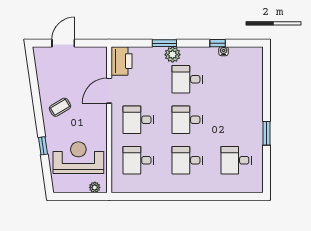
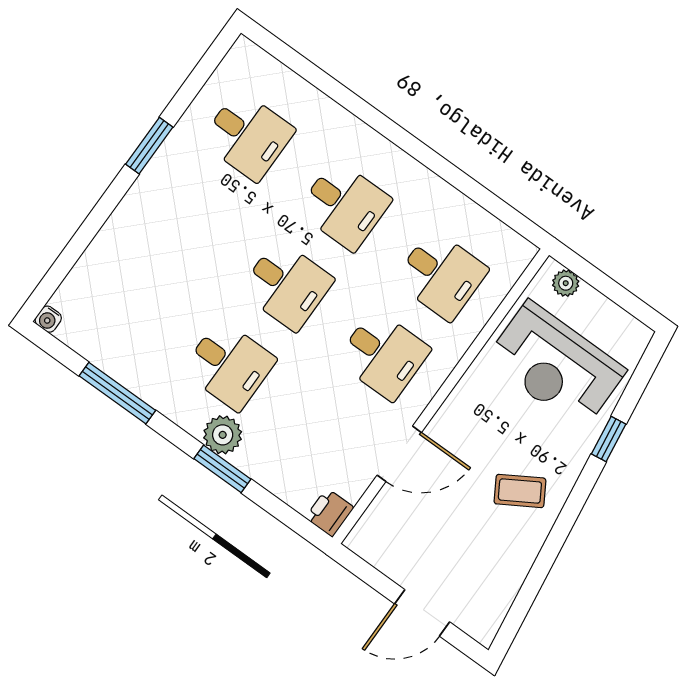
window: (218, 43) -> (117, 393), width x2.17
water cooler: (224, 51) -> (48, 319), moved
printer: (122, 61) -> (330, 513), width x0.53, depth x0.68

